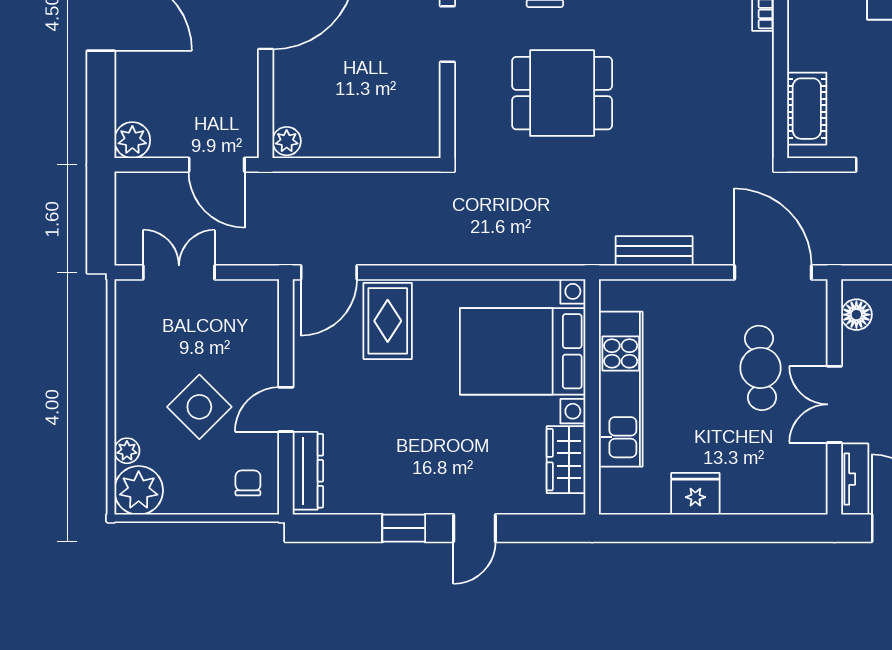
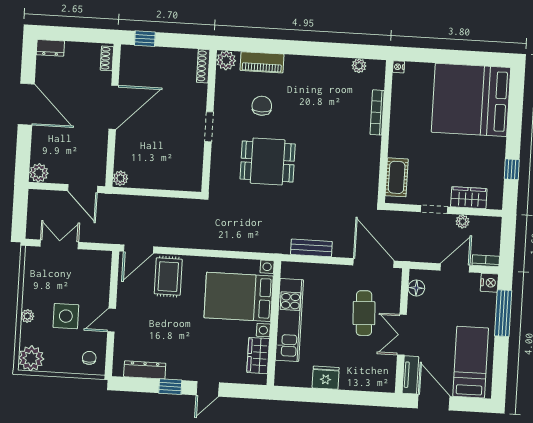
side table: (199, 407) -> (66, 316), turned 45
plant: (127, 451) -> (27, 316), moved
dresser: (308, 471) -> (145, 370), moved, turned -90

